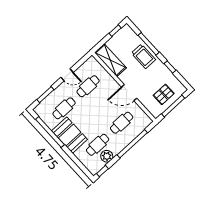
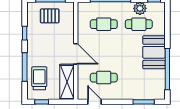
trolley: (143, 56) -> (39, 78), moved
door: (67, 75) -> (95, 102), moved
door: (129, 93) -> (76, 54), moved
cafe table: (64, 108) -> (139, 78), removed

